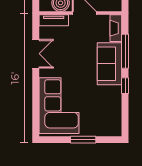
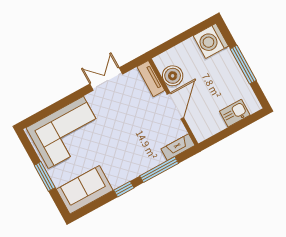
double door: (36, 54) -> (106, 79), swing flipped
sofa: (110, 64) -> (85, 190), moved

